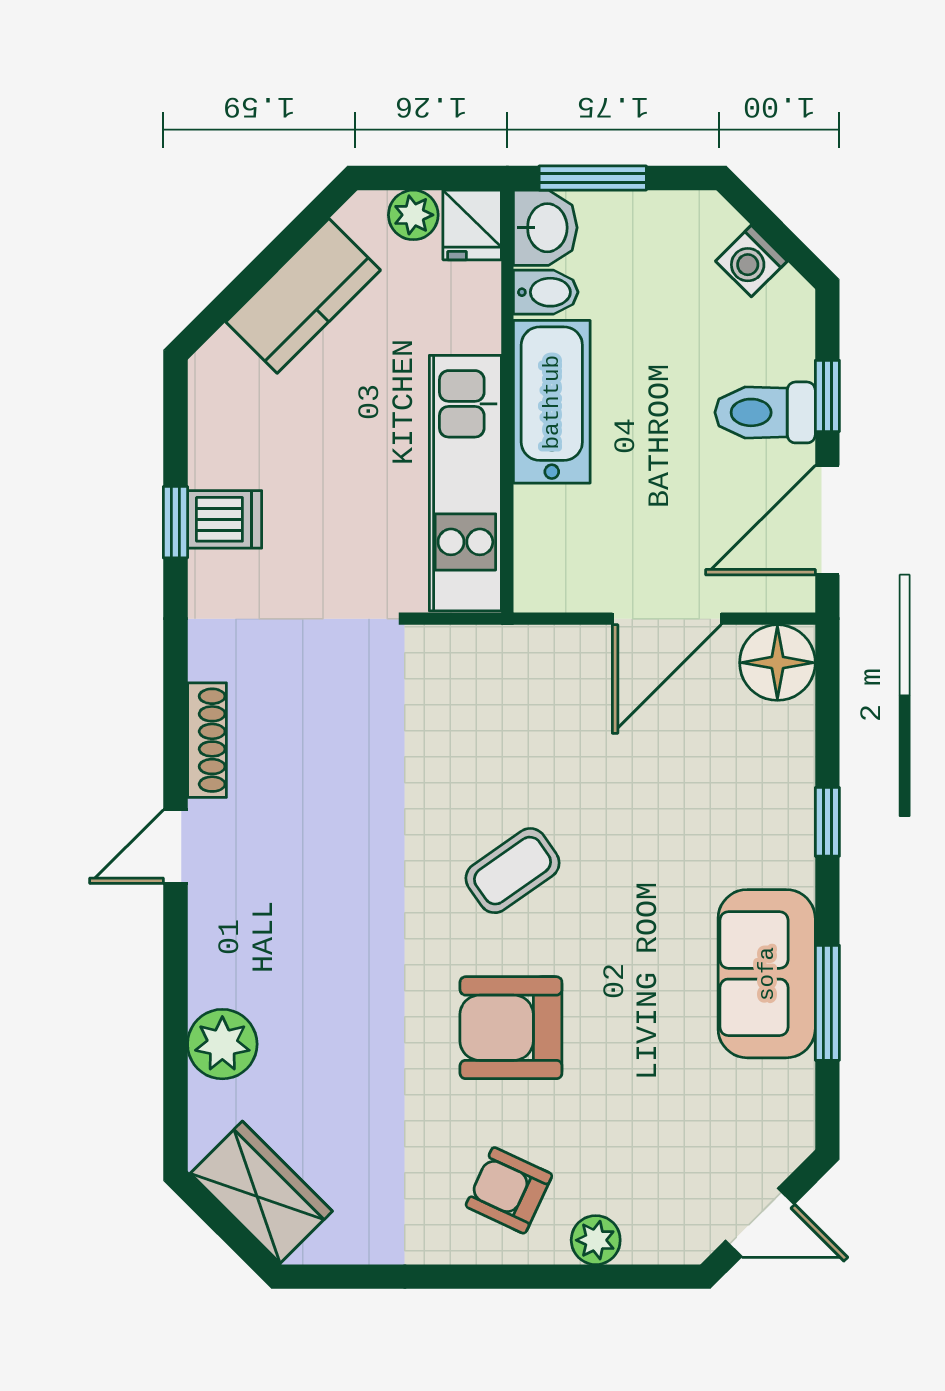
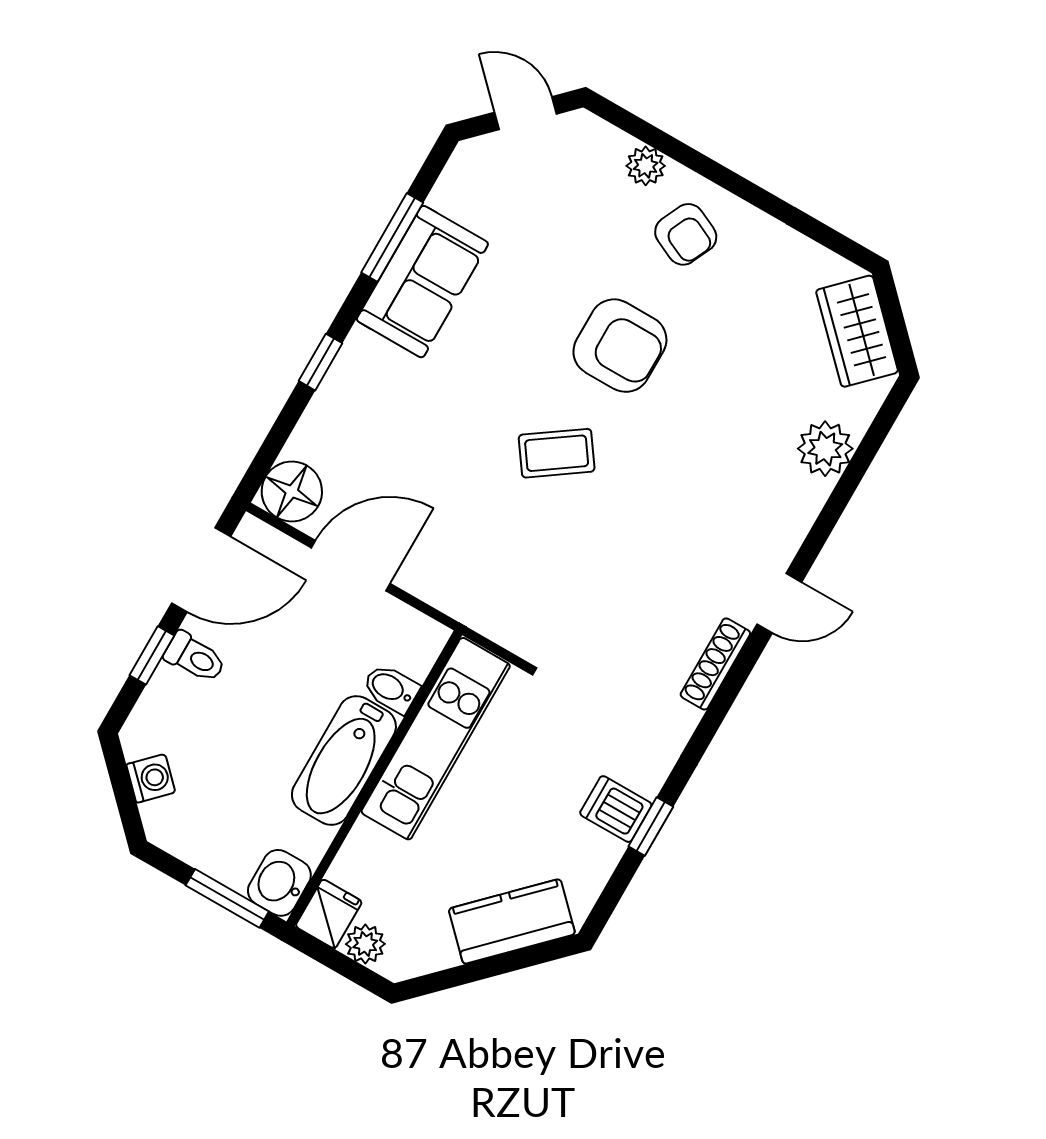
bidet: (546, 292) -> (391, 688), moved
kitchen counter: (303, 296) -> (512, 921), moved
toilet: (765, 412) -> (195, 657), width x0.73, depth x0.72

